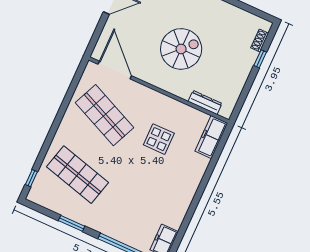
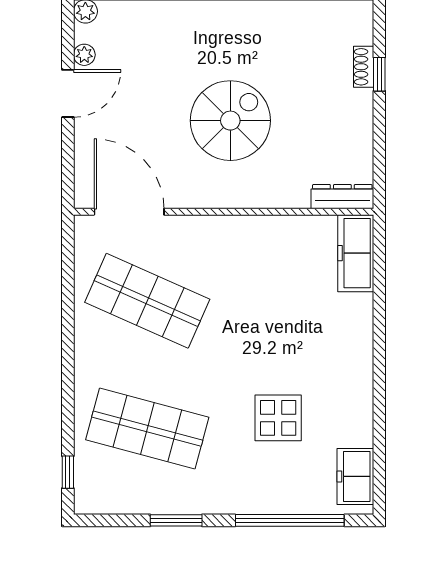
shoe rack: (260, 41) -> (364, 67), moved
dresser: (205, 103) -> (342, 197), moved
display table: (159, 139) -> (278, 418), moved

